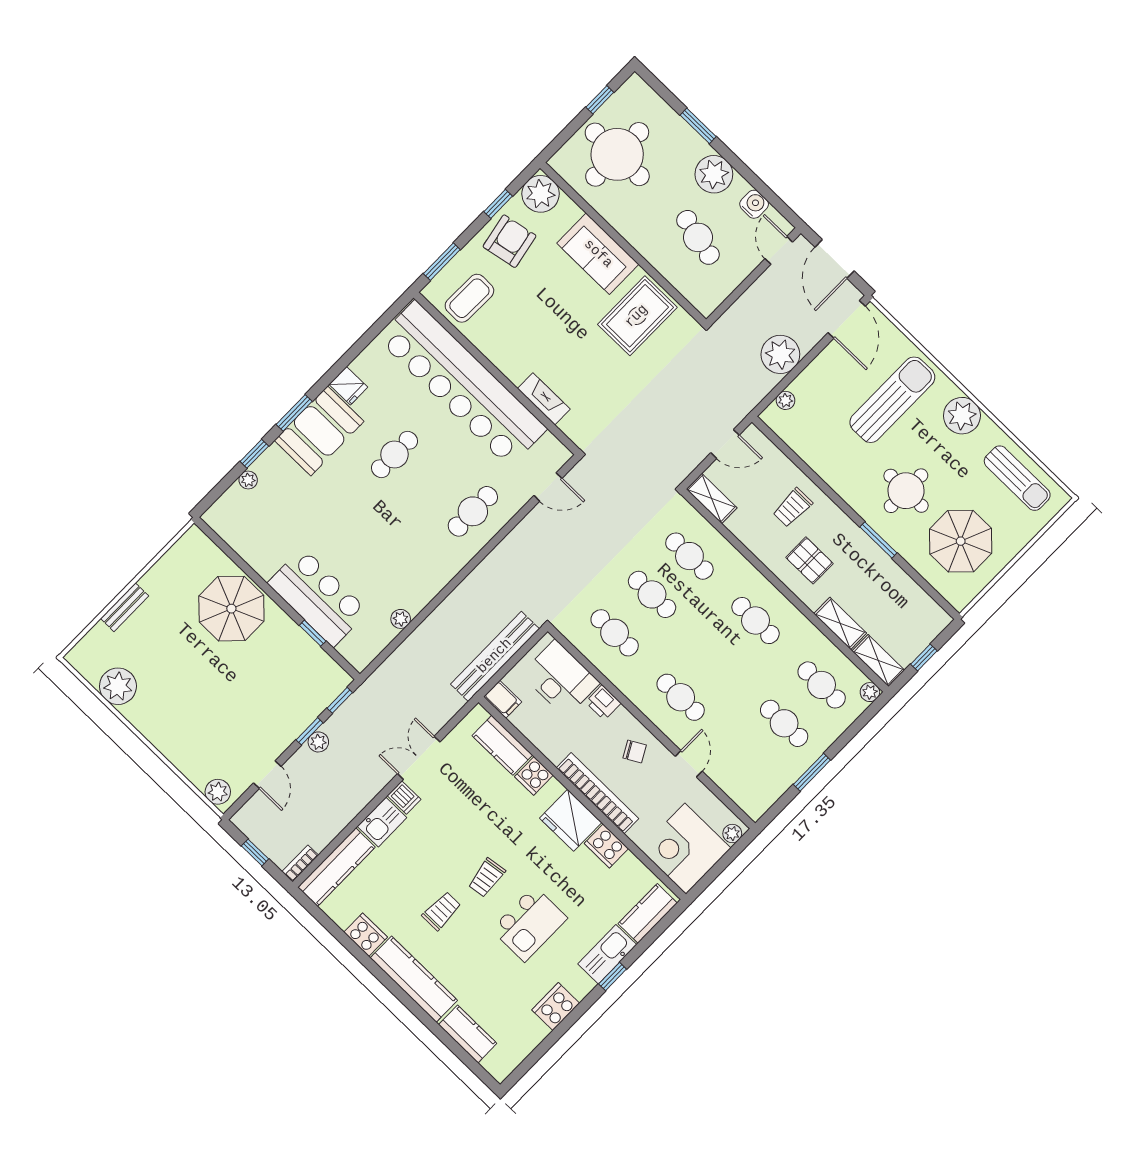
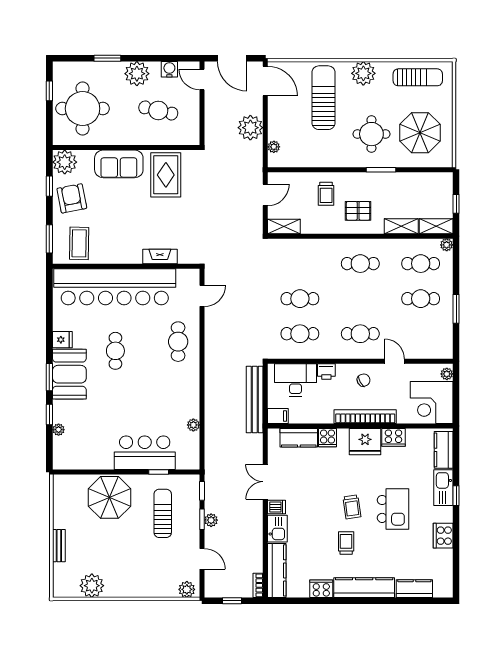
cafe table: (689, 556) -> (300, 264), removed
sun lounger: (273, 683) -> (163, 513), added

